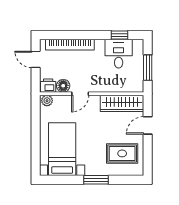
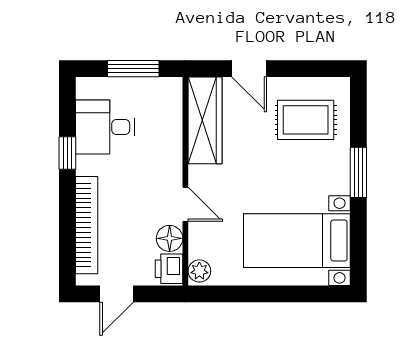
window: (120, 35) -> (67, 153), moved
rug: (122, 153) -> (306, 120), turned 90

